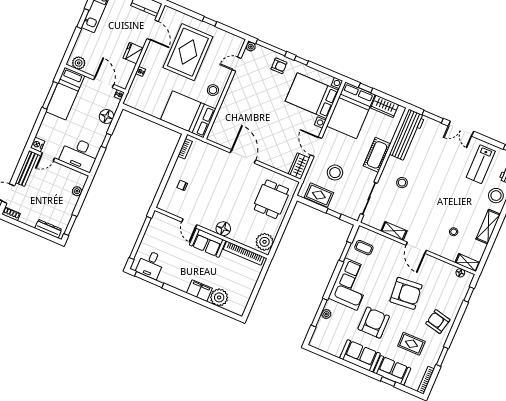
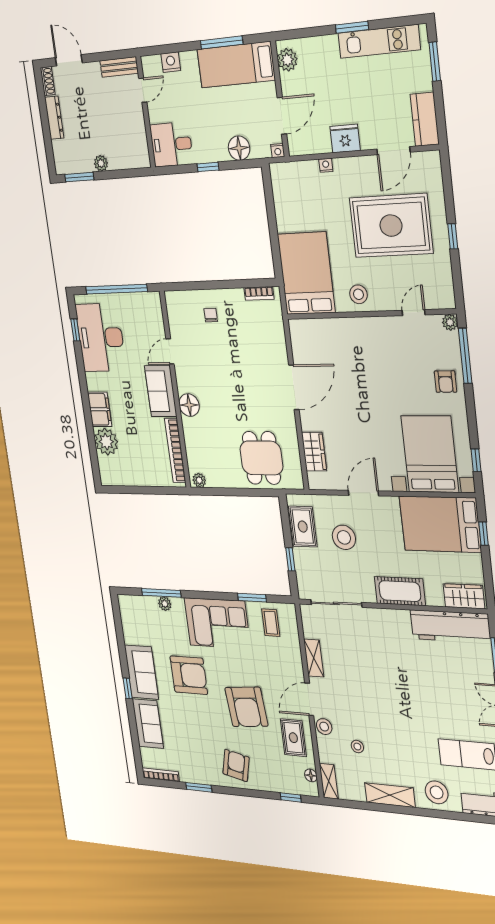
window: (301, 61) -> (476, 460), moved
door: (237, 64) -> (414, 313), hinge flipped
wardrobe: (385, 106) -> (464, 596), moved, turned 90
nightstand: (37, 144) -> (171, 62), moved
desk: (79, 154) -> (171, 144), width x0.73
door: (48, 157) -> (143, 90), swing flipped
wardrobe: (299, 166) -> (314, 452), moved, turned 90
bench: (27, 168) -> (119, 67), width x0.73
stool: (402, 183) -> (324, 727), moved
plant: (77, 191) -> (101, 163), moved
dining table: (271, 199) -> (261, 458), turned 90
dresser: (48, 229) -> (54, 118), moved
plant: (265, 242) -> (199, 480), width x0.53, depth x0.53
desk: (150, 264) -> (101, 338), width x1.87, depth x1.30
window: (149, 280) -> (75, 330), width x0.46
rug: (411, 344) -> (293, 738), moved
window: (388, 382) -> (128, 688), moved

